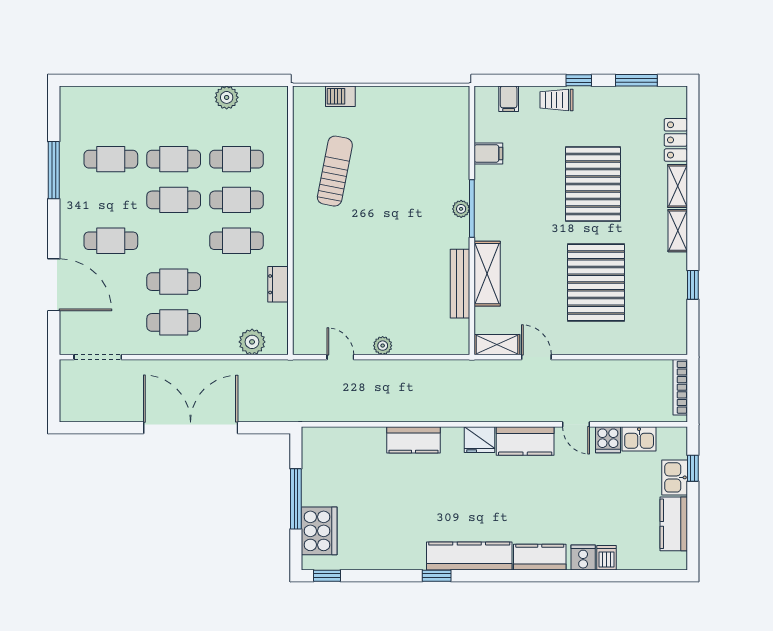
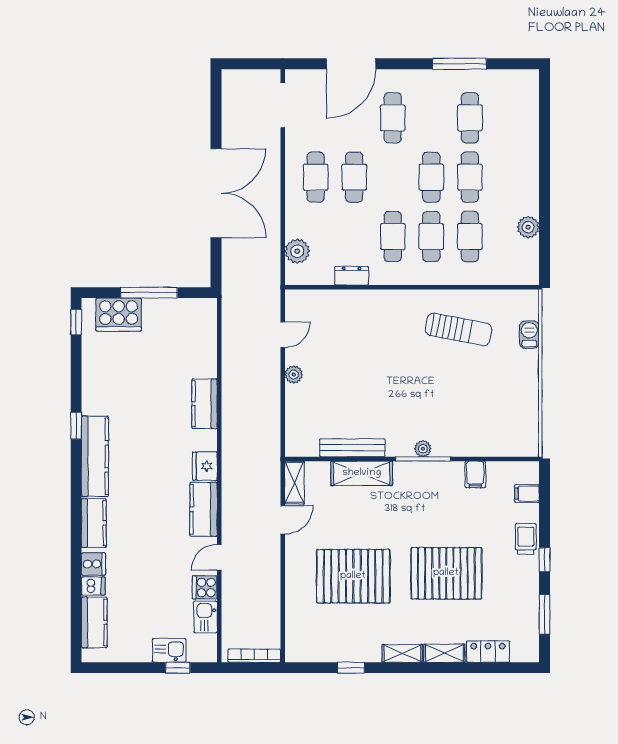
kitchen counter: (674, 524) -> (94, 622), moved, turned 90

